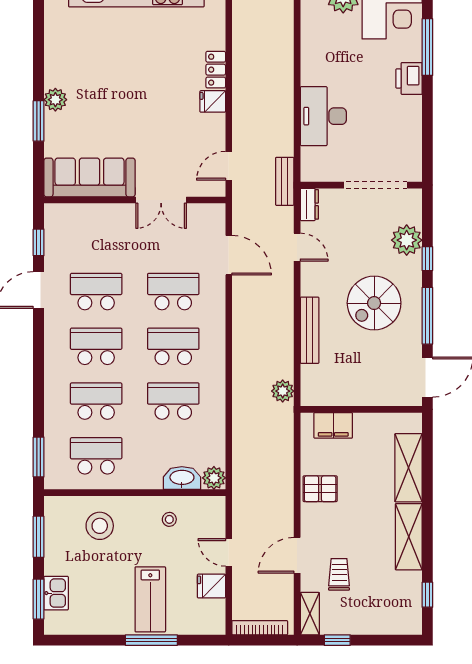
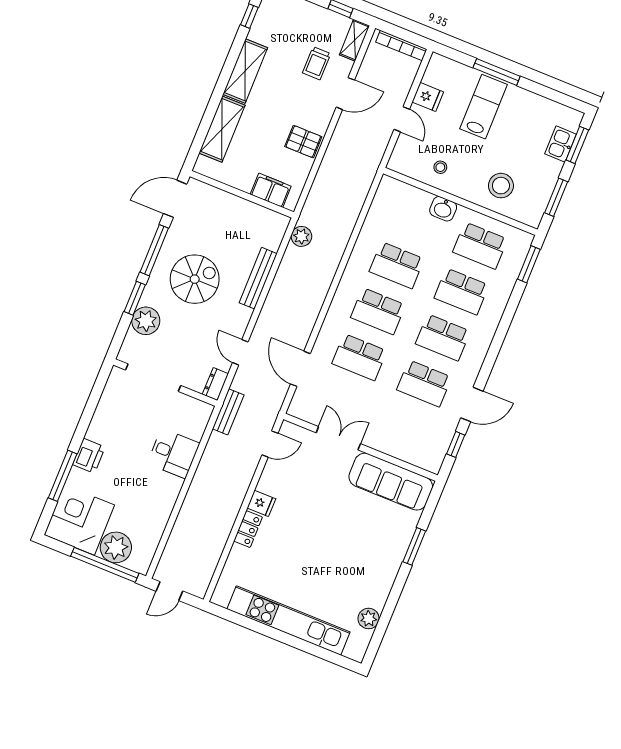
plant: (55, 100) -> (369, 619), moved
desk: (323, 116) -> (174, 453), width x0.73
window: (427, 259) -> (135, 298), width x1.50
washbasin: (182, 478) -> (443, 209), moved, width x0.72
plant: (214, 478) -> (389, 187), removed

